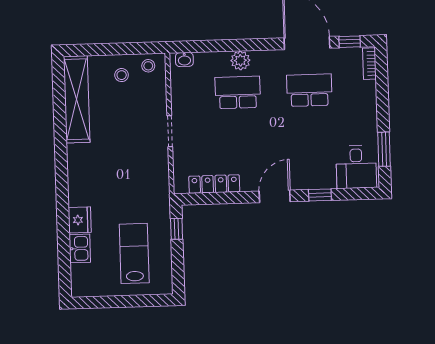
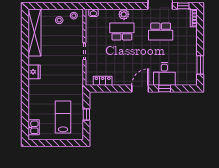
school desk: (309, 90) -> (161, 32), turned 180
desk: (356, 167) -> (164, 74), moved
locker: (214, 184) -> (103, 81), width x0.66
fridge: (80, 220) -> (34, 72), moved
window: (177, 229) -> (86, 114), moved
kitchen sink: (80, 248) -> (34, 127), moved

